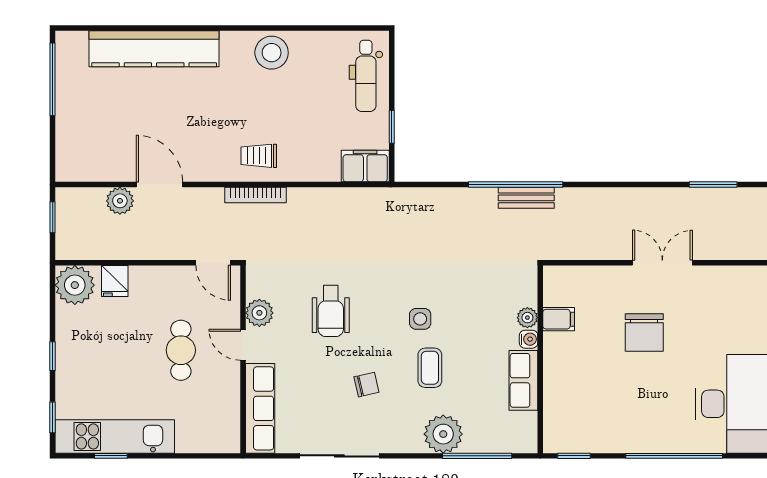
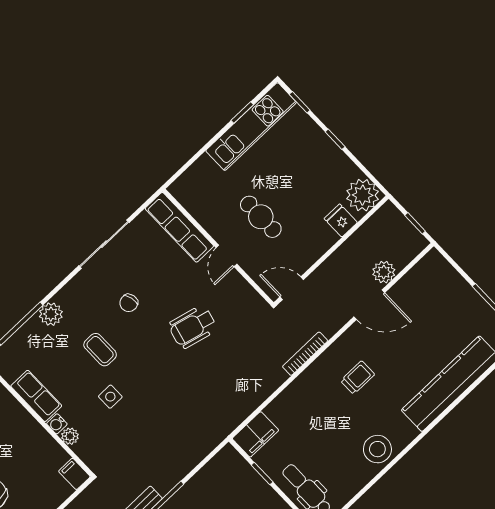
trolley: (259, 156) -> (358, 378), moved
wheelchair: (331, 311) -> (193, 327), turned -76
plant: (259, 313) -> (235, 285), removed
side table: (420, 319) -> (110, 397), moved
filing cabinet: (559, 319) -> (74, 474), moved, turned 90
door: (243, 345) -> (226, 256), swing flipped
plant: (443, 434) -> (51, 314), width x0.73, depth x0.73

